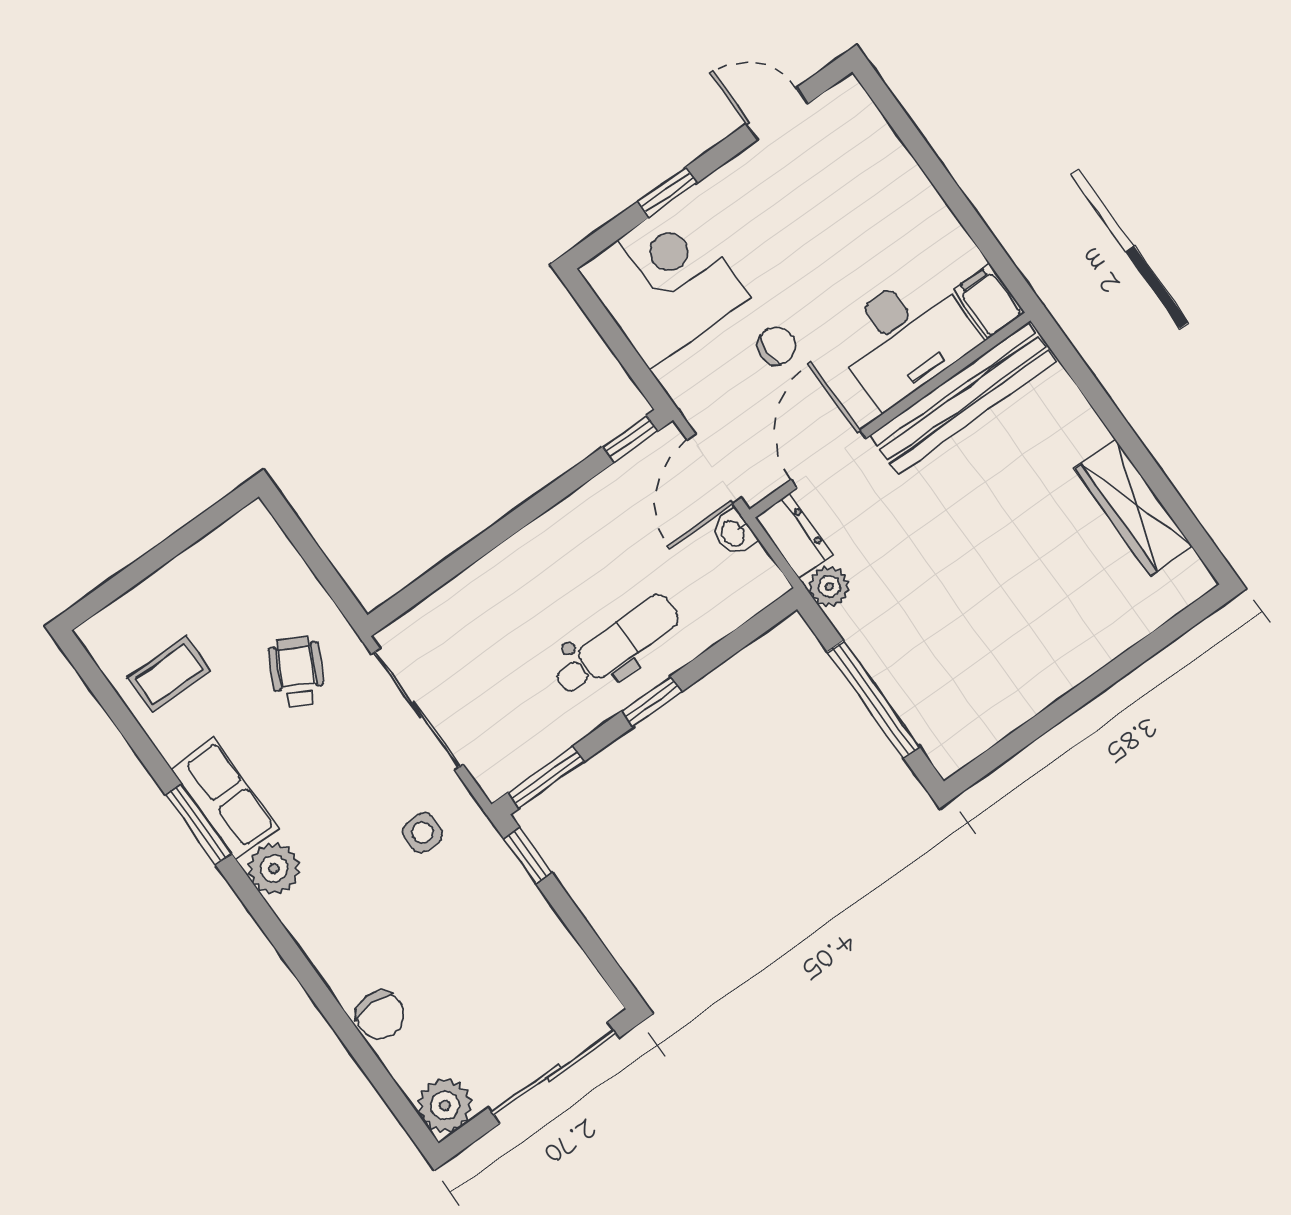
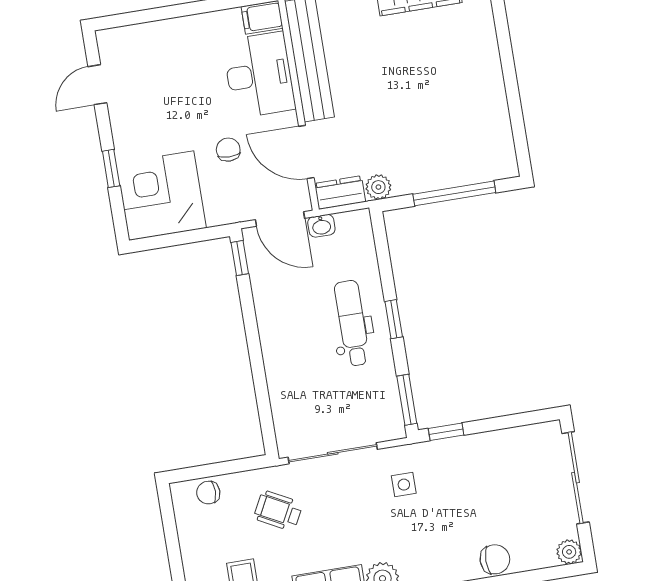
chair: (273, 559) -> (208, 493), added
plant: (445, 1106) -> (569, 552), width x0.73, depth x0.73

